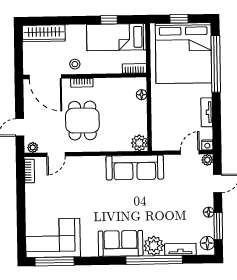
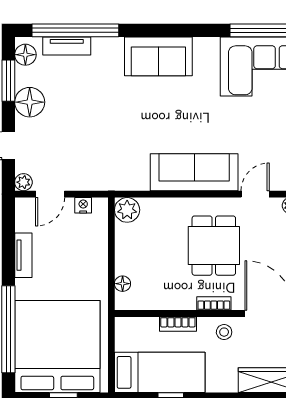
bookcase: (134, 68) -> (178, 324), moved
nightstand: (207, 145) -> (83, 205), moved
sofa: (135, 168) -> (194, 172), moved
floor lamp: (209, 212) -> (30, 102), width x1.89, depth x1.89
plant: (154, 246) -> (108, 52), removed
window: (154, 260) -> (75, 30), moved

